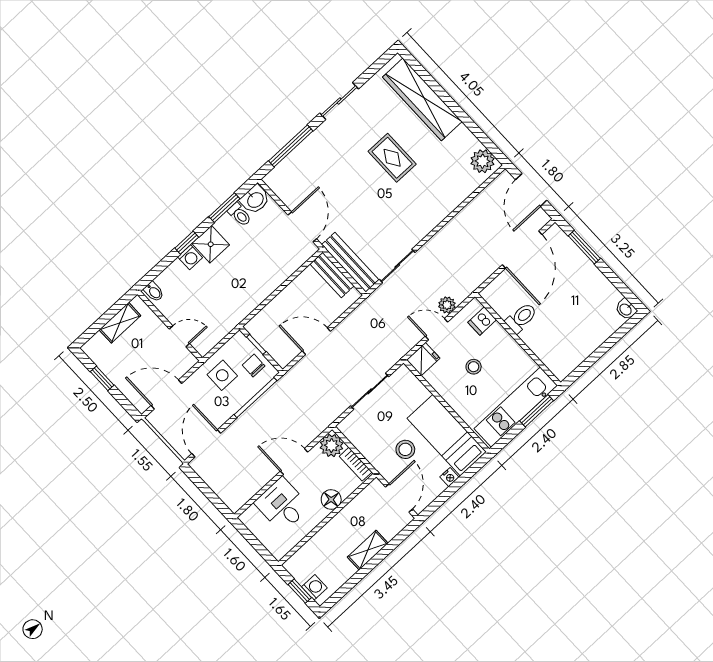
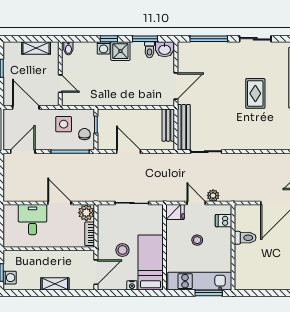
floor lamp: (331, 499) -> (60, 240), removed

